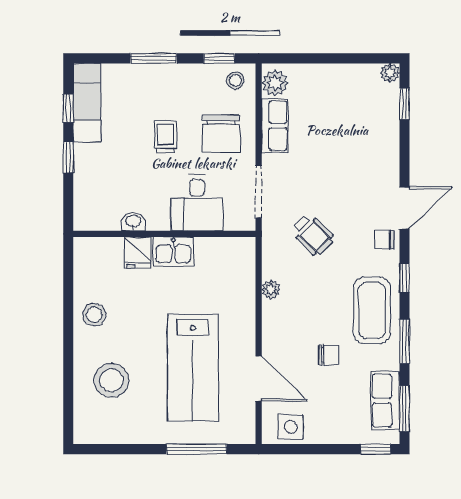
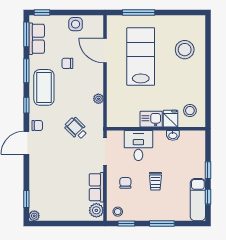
chair: (221, 134) -> (125, 183), width x0.54, depth x0.54
stool: (94, 315) -> (190, 111), moved
side table: (291, 427) -> (76, 24), moved

